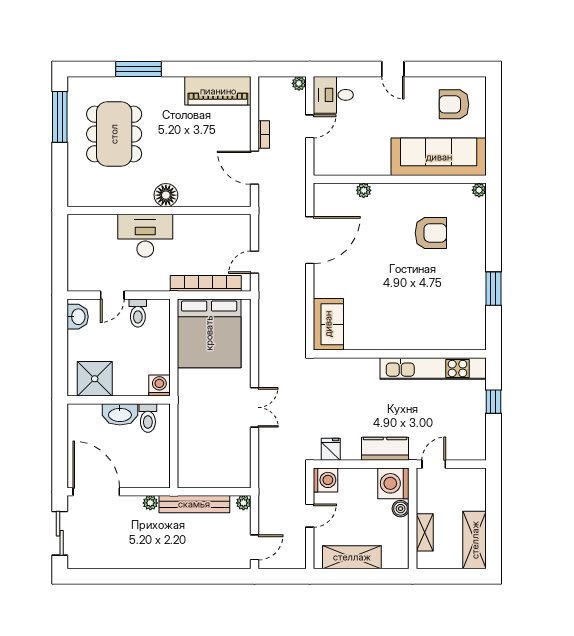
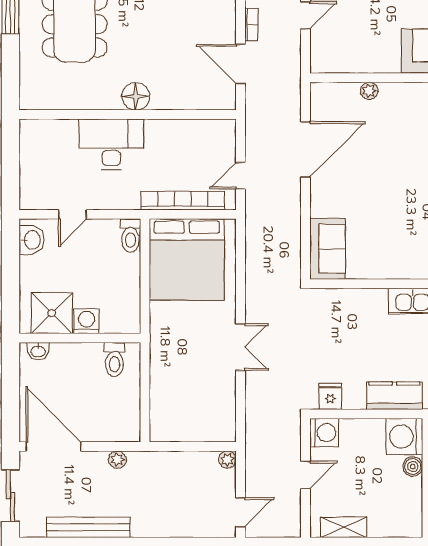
toilet: (138, 313) -> (130, 235), moved
washing machine: (159, 386) -> (87, 321), moved
washbasin: (120, 414) -> (38, 351), moved, width x0.52, depth x0.69
bench: (194, 504) -> (88, 527), moved
shelving: (352, 557) -> (344, 527), width x0.67, depth x0.75

